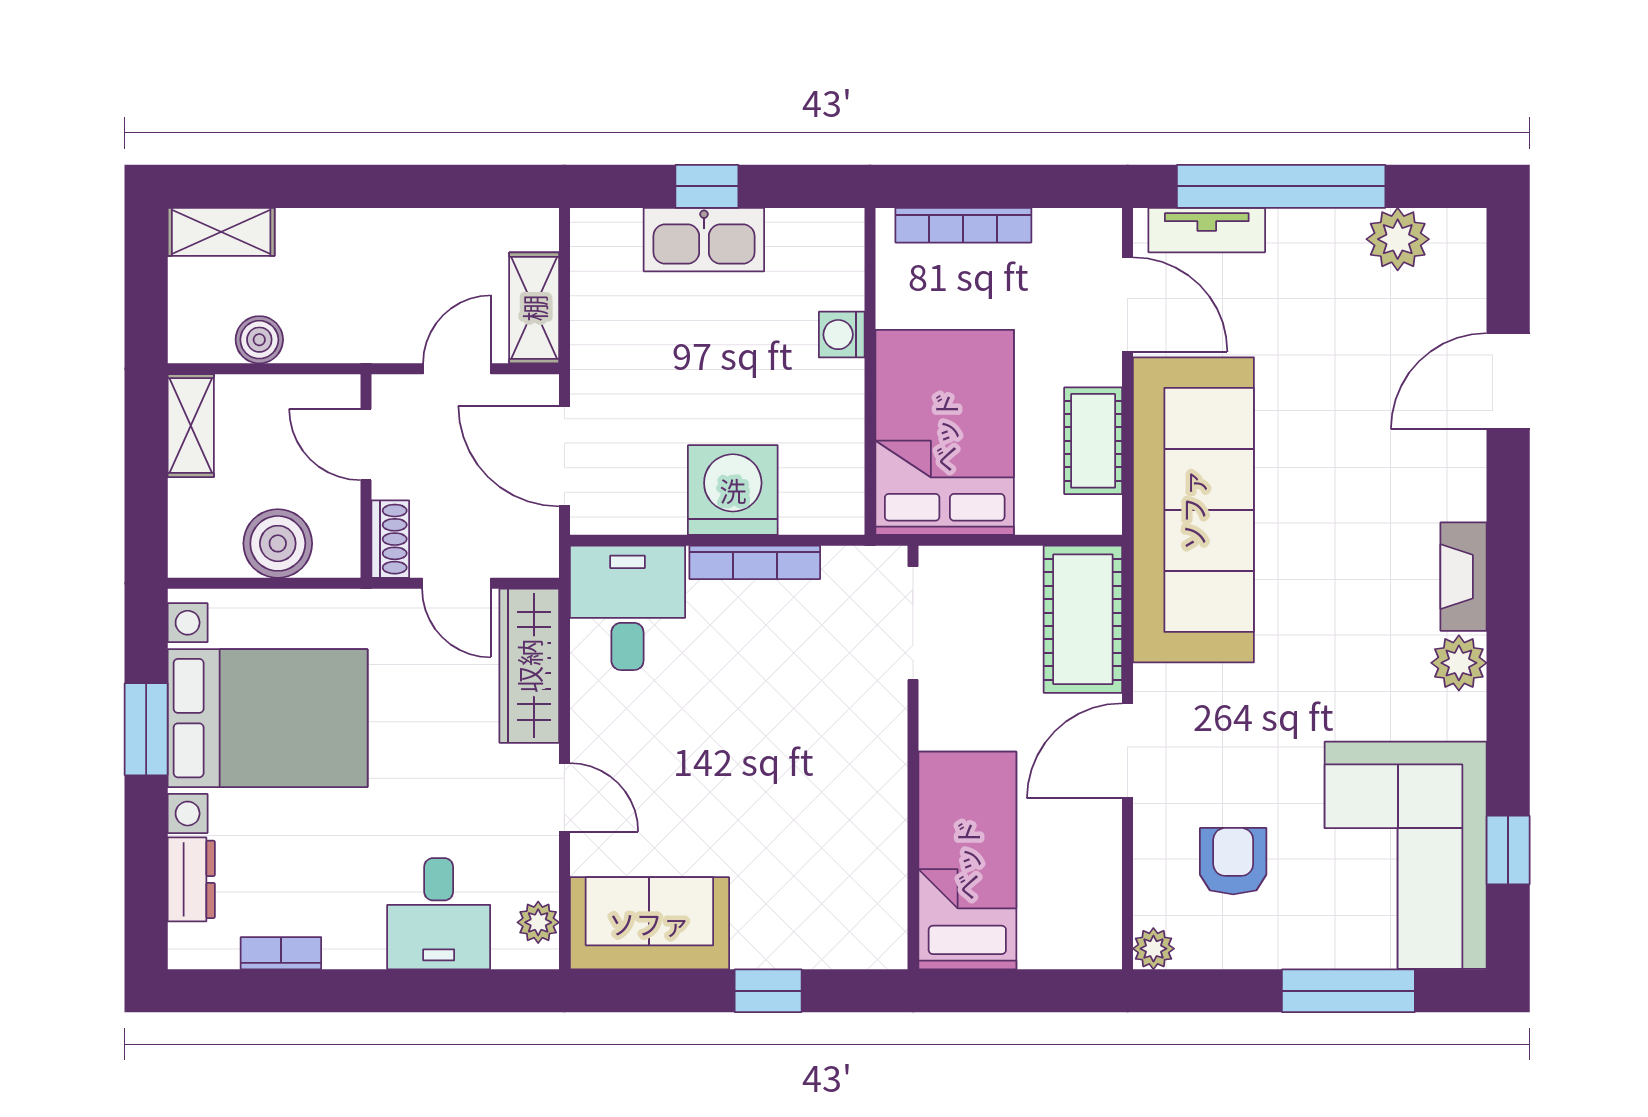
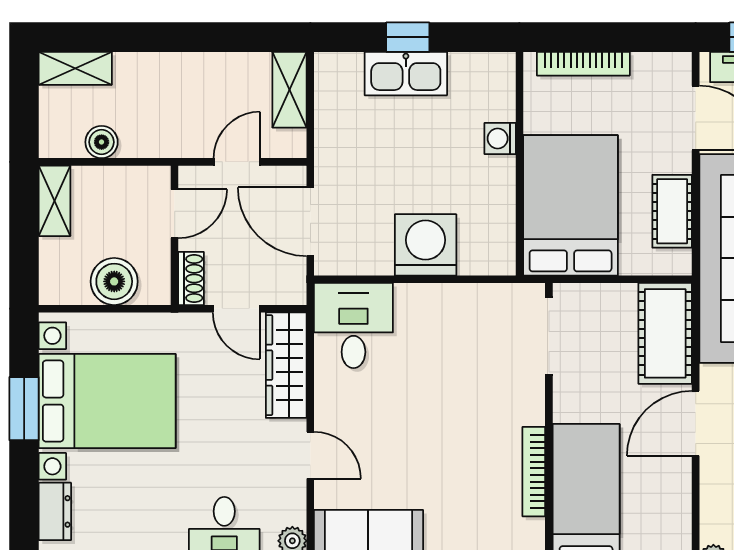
shelving: (534, 308) -> (290, 90), moved
door: (366, 444) -> (175, 214), swing flipped
bookcase: (755, 562) -> (534, 472), moved, turned 90

